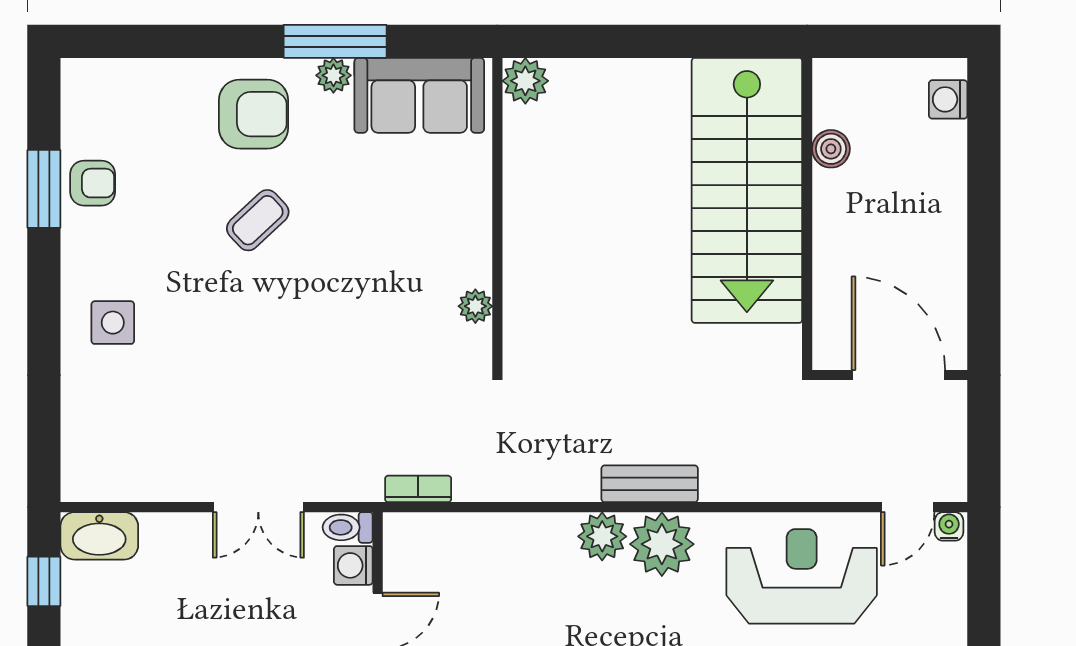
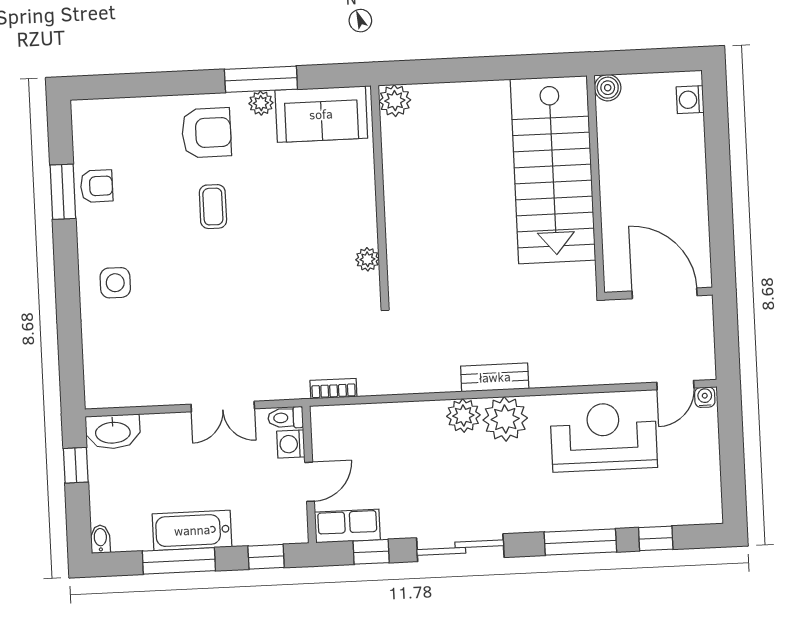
boiler: (831, 149) -> (608, 88), moved
coffee table: (258, 220) -> (213, 207), turned -47

